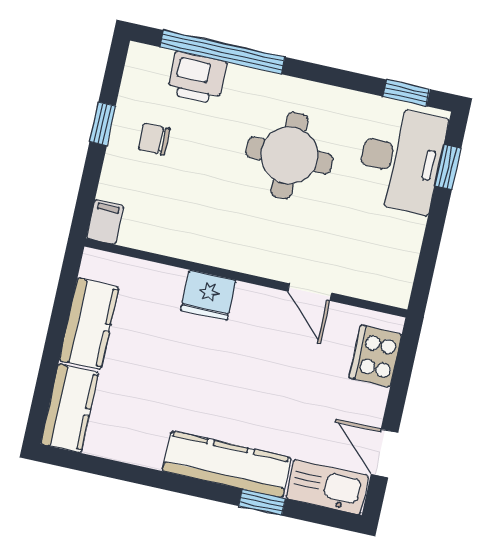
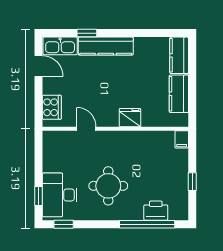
chair: (154, 139) -> (168, 180), removed

